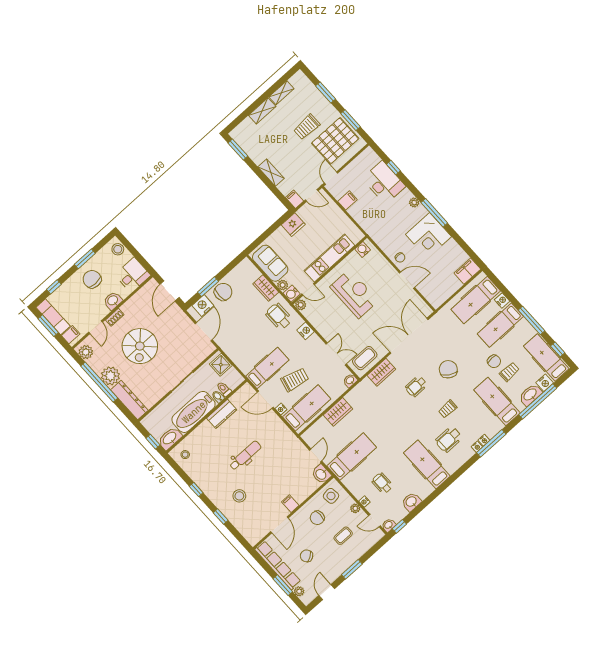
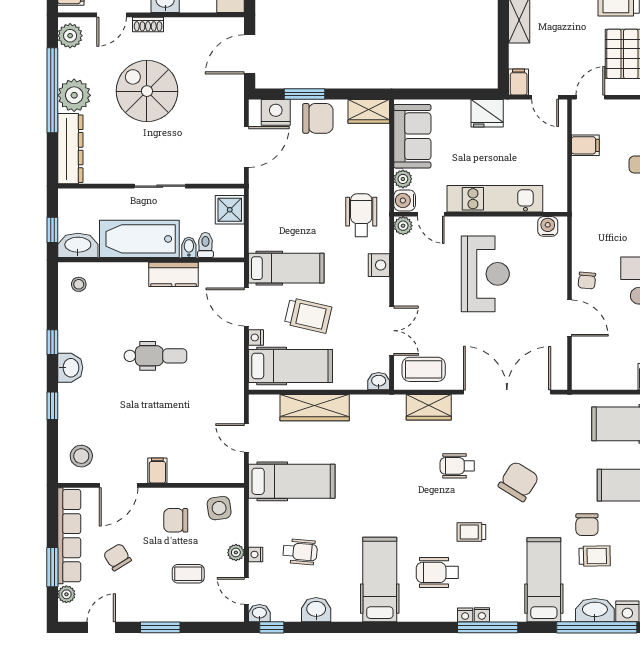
wardrobe: (266, 288) -> (369, 111), moved, turned -90
spiral stairs: (140, 346) -> (147, 91), turned 90
wardrobe: (338, 412) -> (315, 408), width x1.50
door: (316, 455) -> (246, 438), swing flipped
washbasin: (321, 474) -> (70, 368), moved, turned 180
wheelchair: (382, 483) -> (300, 552), turned 95
stool: (239, 496) -> (81, 456), moved

